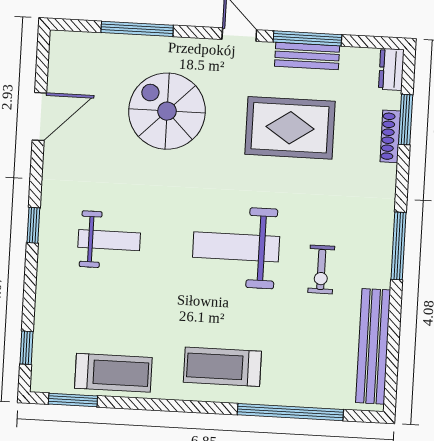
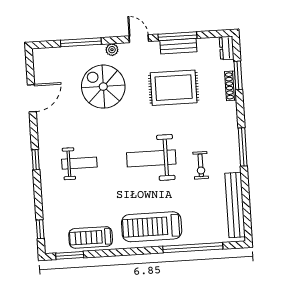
plant: (190, 48) -> (112, 50), added
treadmill: (222, 367) -> (152, 227), width x1.37, depth x1.38
treadmill: (113, 373) -> (91, 237), turned 180

